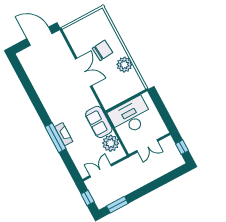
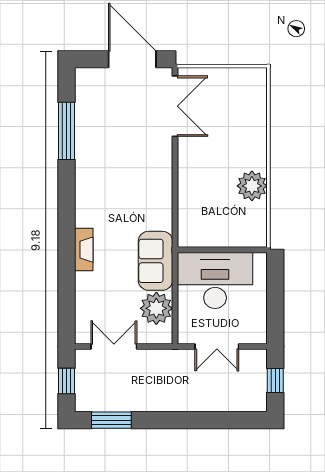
chair: (102, 50) -> (227, 141), removed
double door: (84, 72) -> (175, 106), moved
window: (55, 138) -> (67, 131), moved

